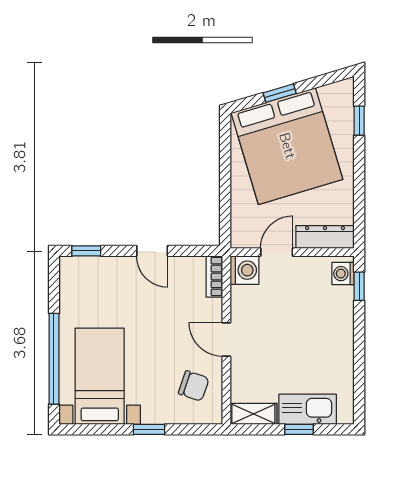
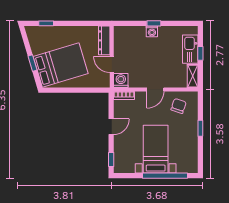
bed: (287, 146) -> (61, 65), width x0.73
washing machine: (343, 274) -> (152, 31), moved
window: (359, 286) -> (154, 23), moved
bed with nightstands: (100, 376) -> (156, 149), moved, turned 90

